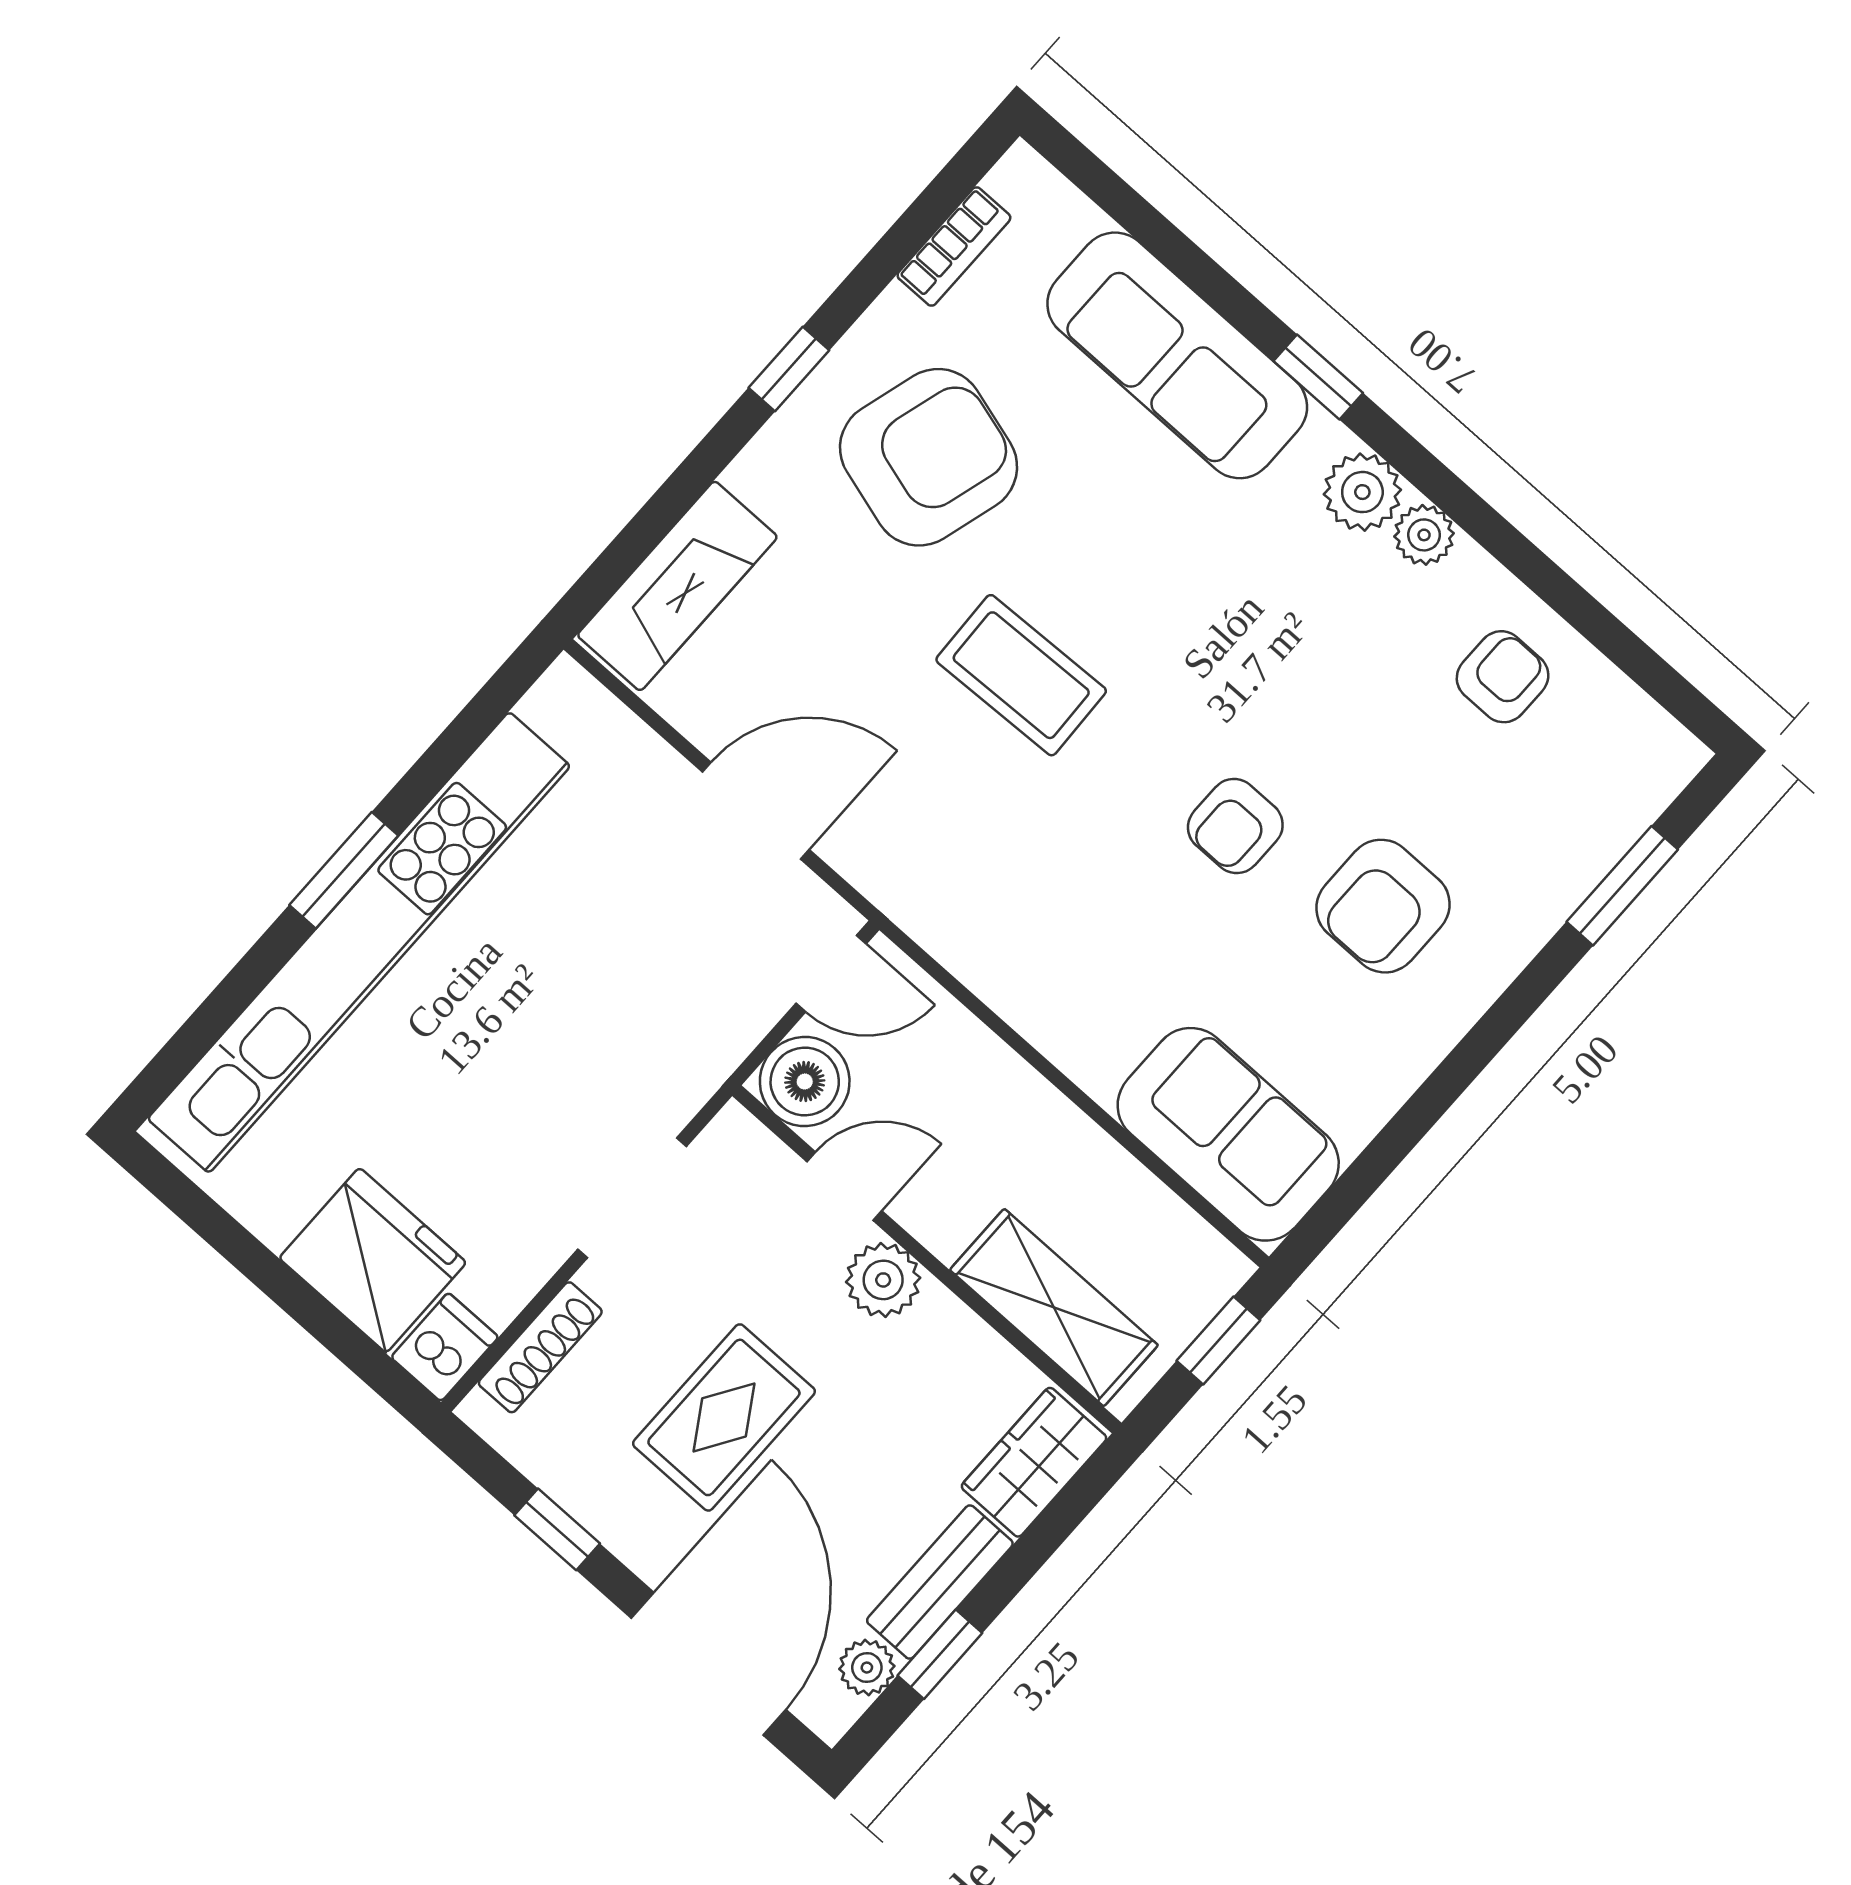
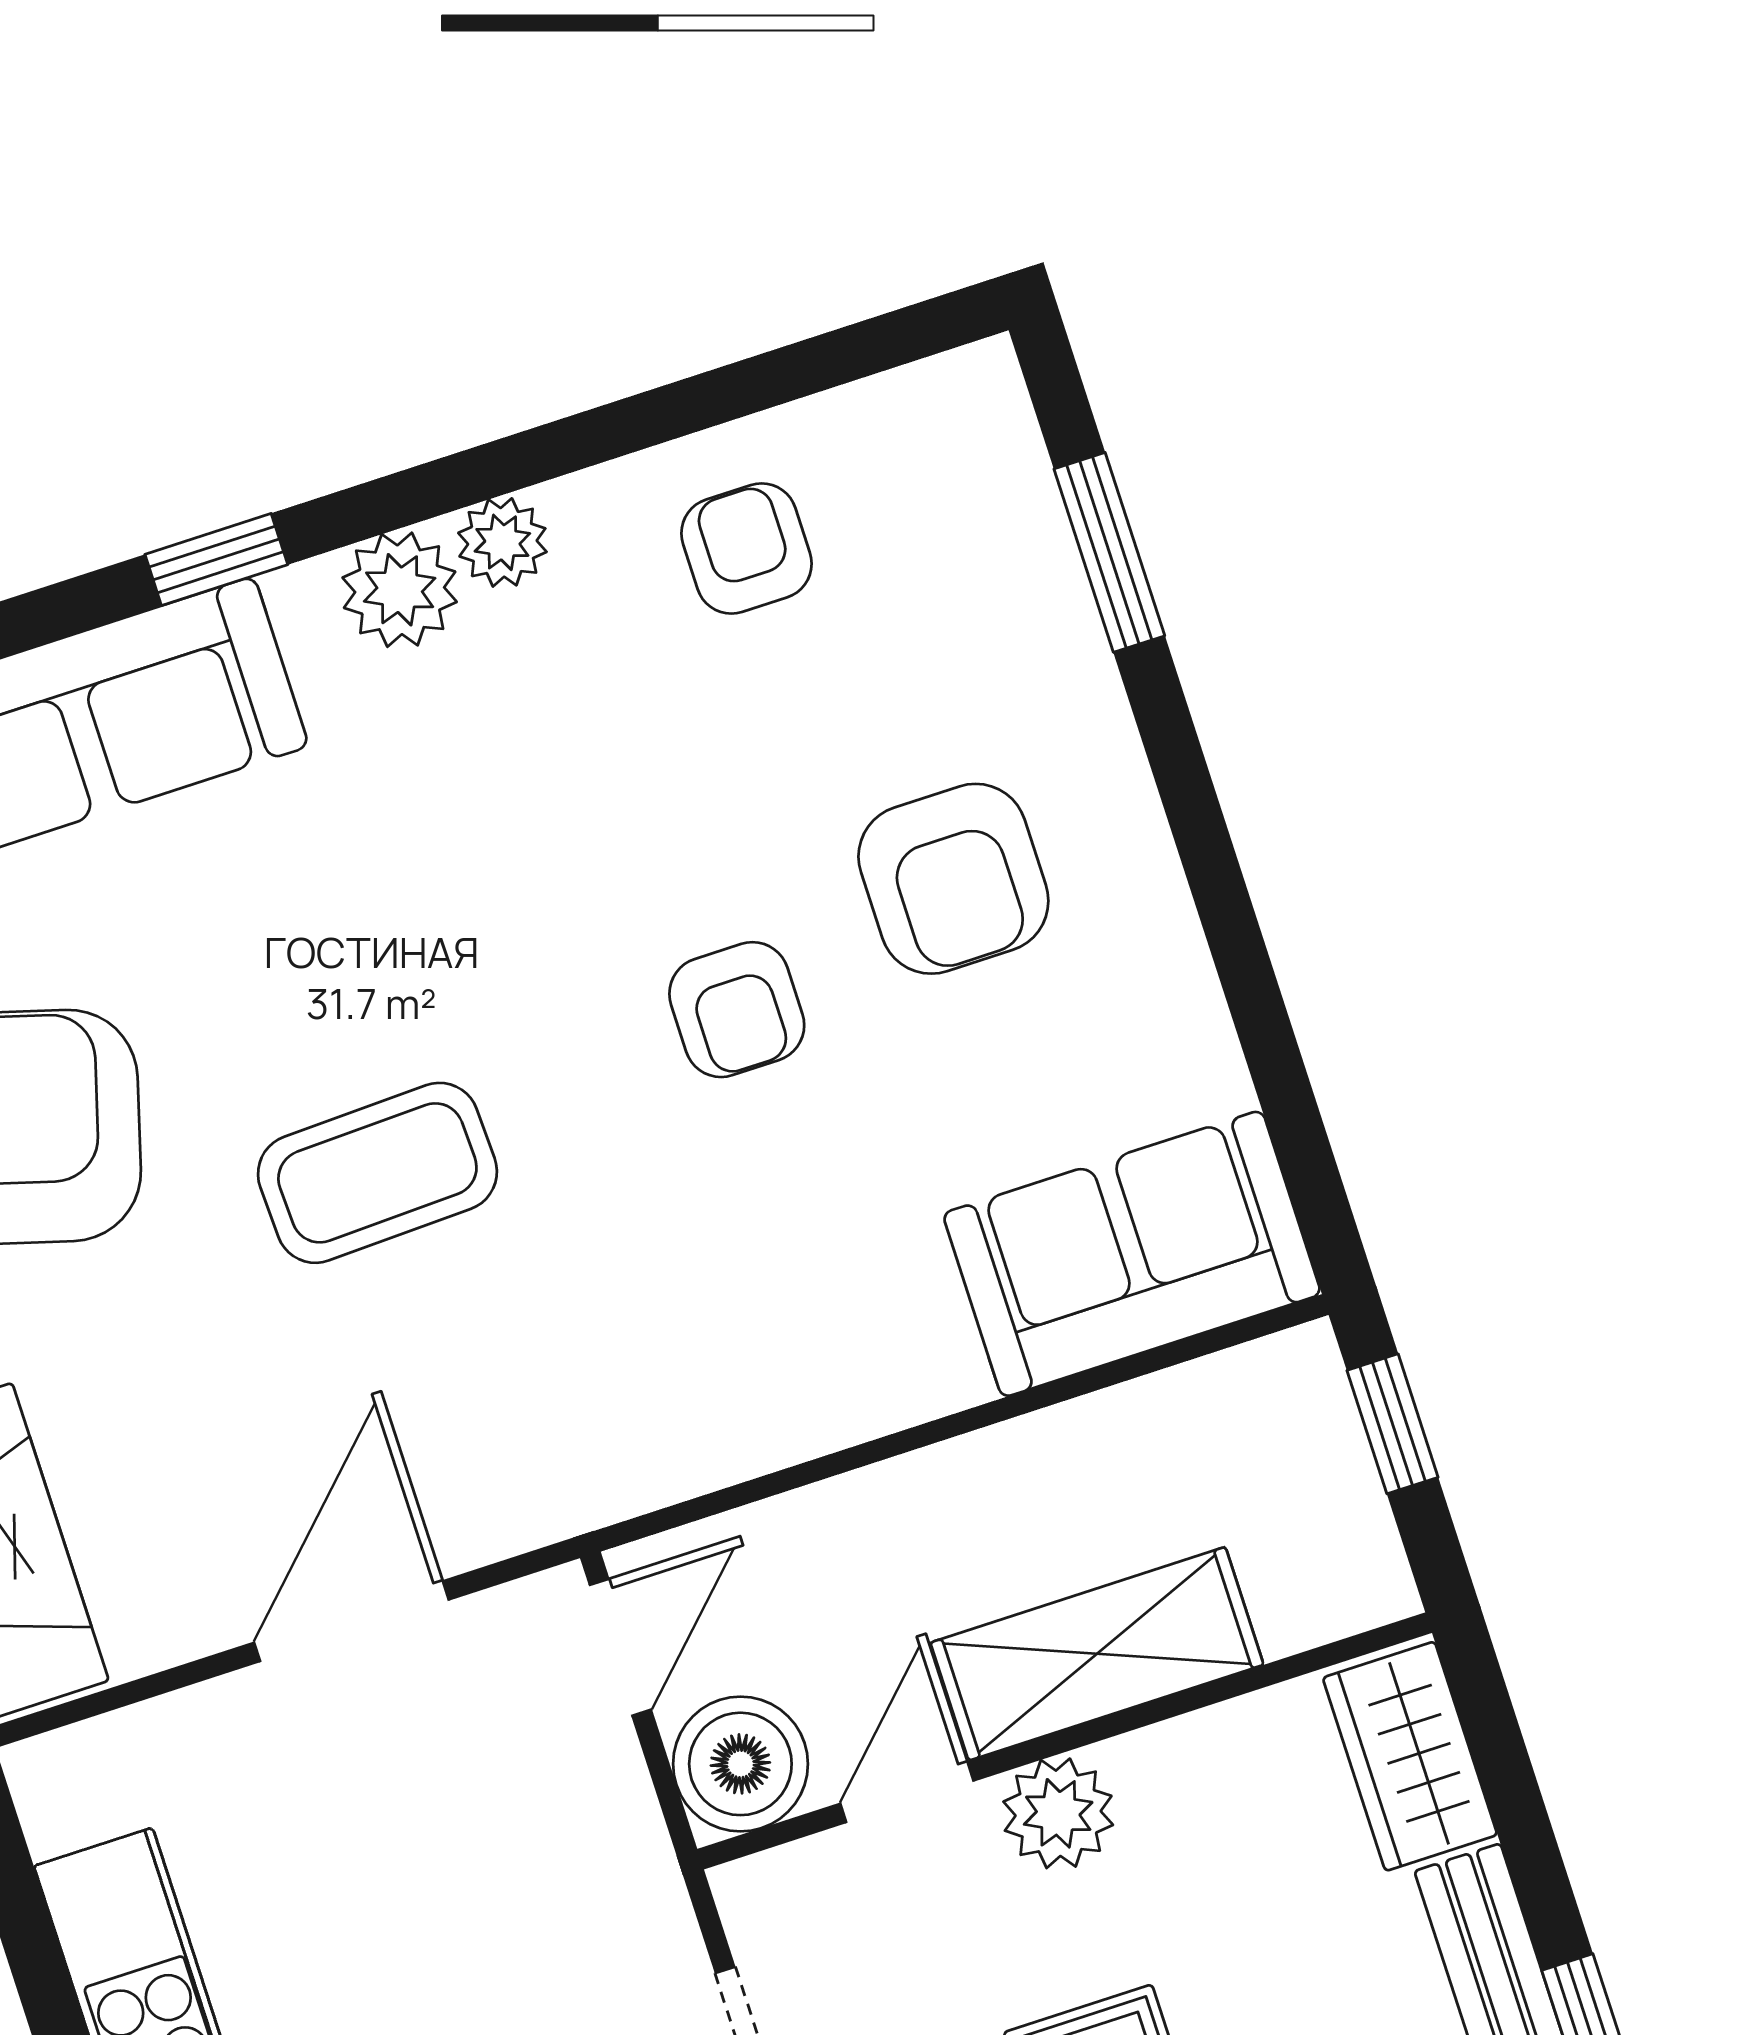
shelving: (1054, 1308) -> (1097, 1654), moved

